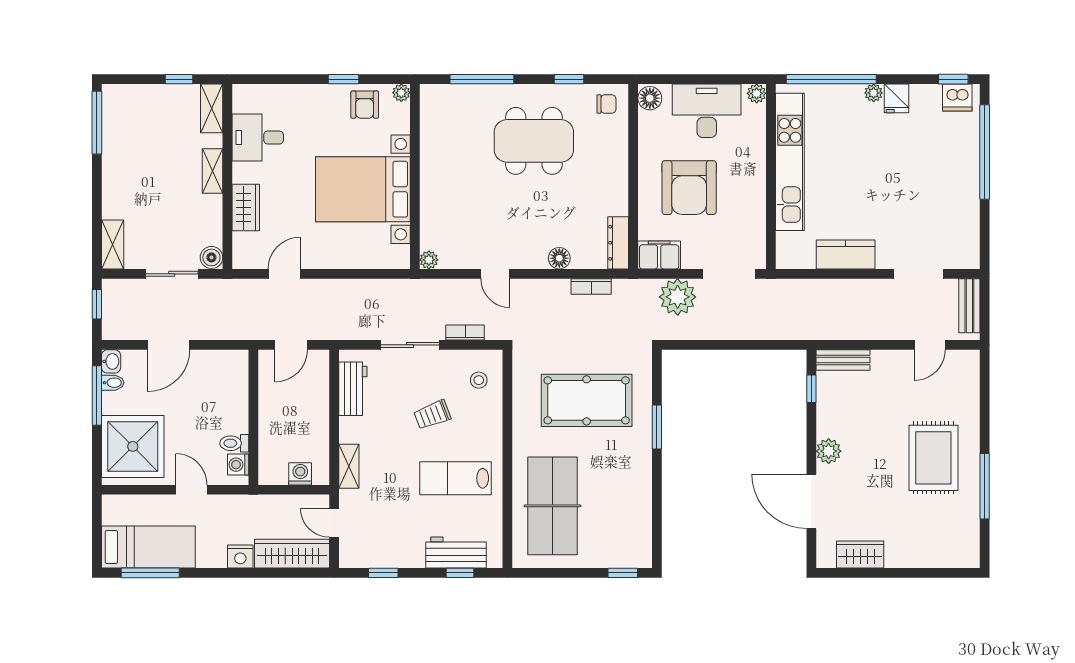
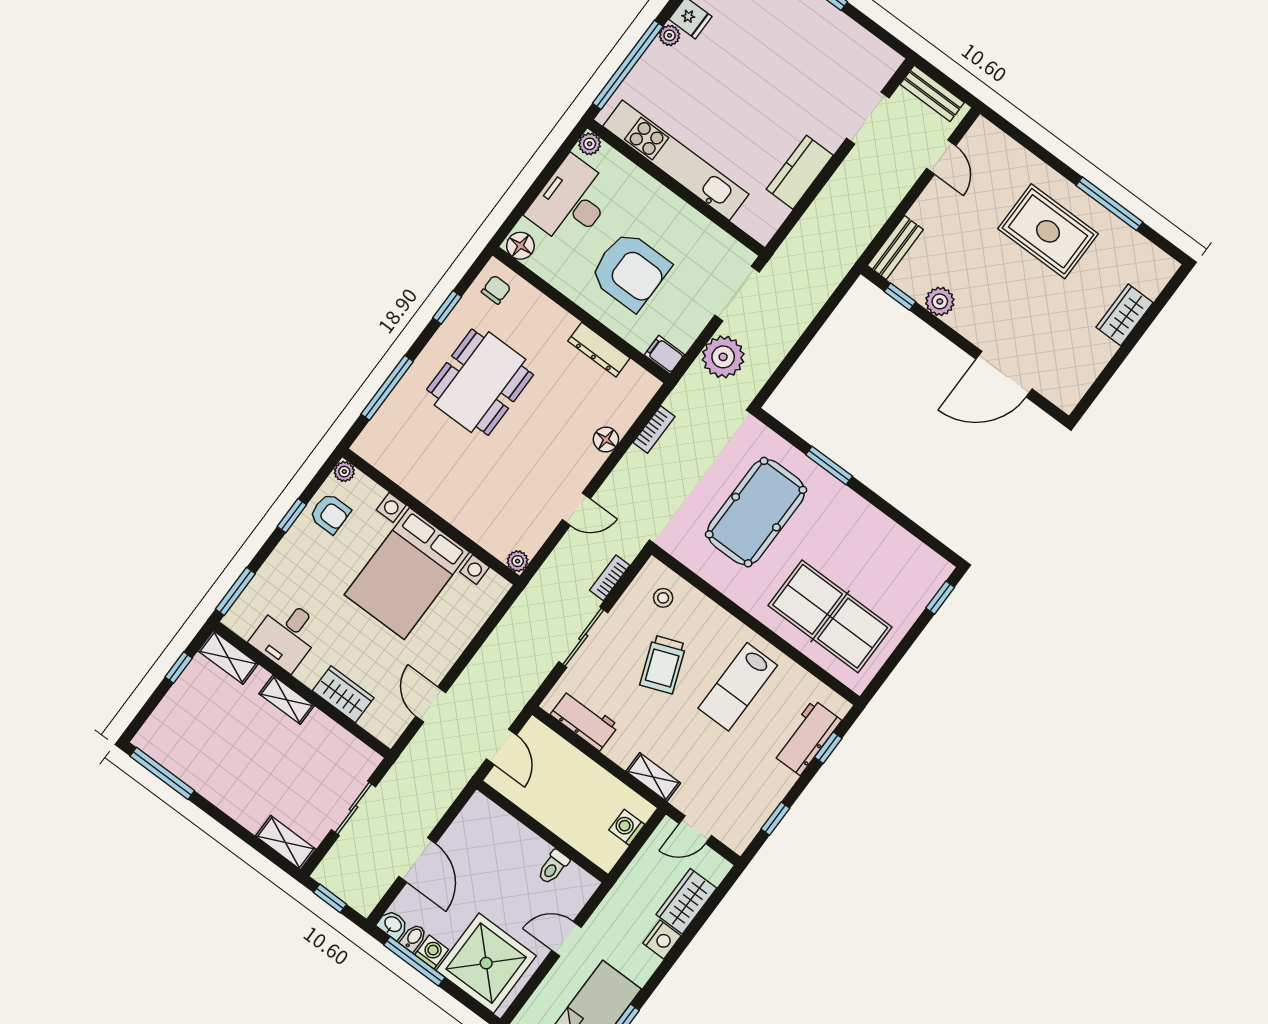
window: (261, 79) -> (235, 591), added
dresser: (618, 243) -> (599, 350), moved
filing cabinet: (659, 255) -> (664, 355), width x0.50
boiler: (211, 257) -> (366, 760), removed
trolley: (432, 415) -> (663, 664), width x1.36, depth x1.39
plant: (829, 451) -> (940, 301), moved
washing machine: (238, 465) -> (432, 952), moved, turned 180
wardrobe: (292, 554) -> (686, 901), width x0.67
wardrobe: (860, 554) -> (1125, 315), moved

